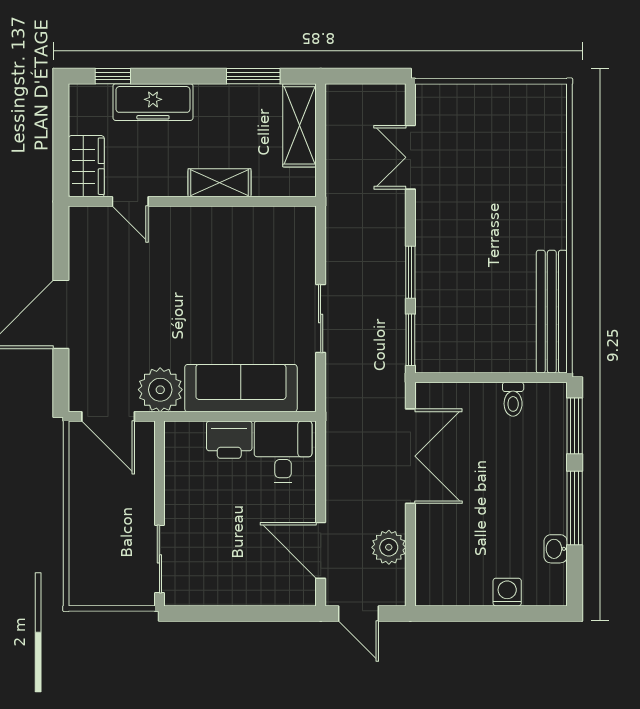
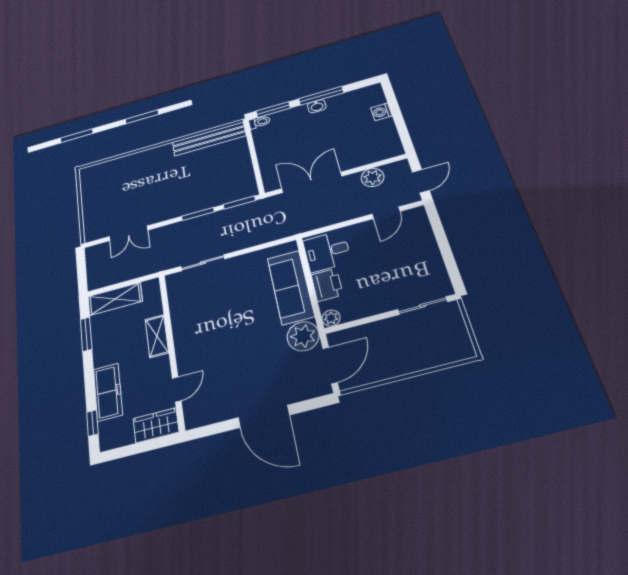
sliding door: (321, 318) -> (203, 263), moved
toilet: (513, 399) -> (259, 122), moved
plant: (177, 433) -> (331, 318), added
washbasin: (556, 549) -> (317, 106), moved
door: (321, 550) -> (386, 213), width x0.73

